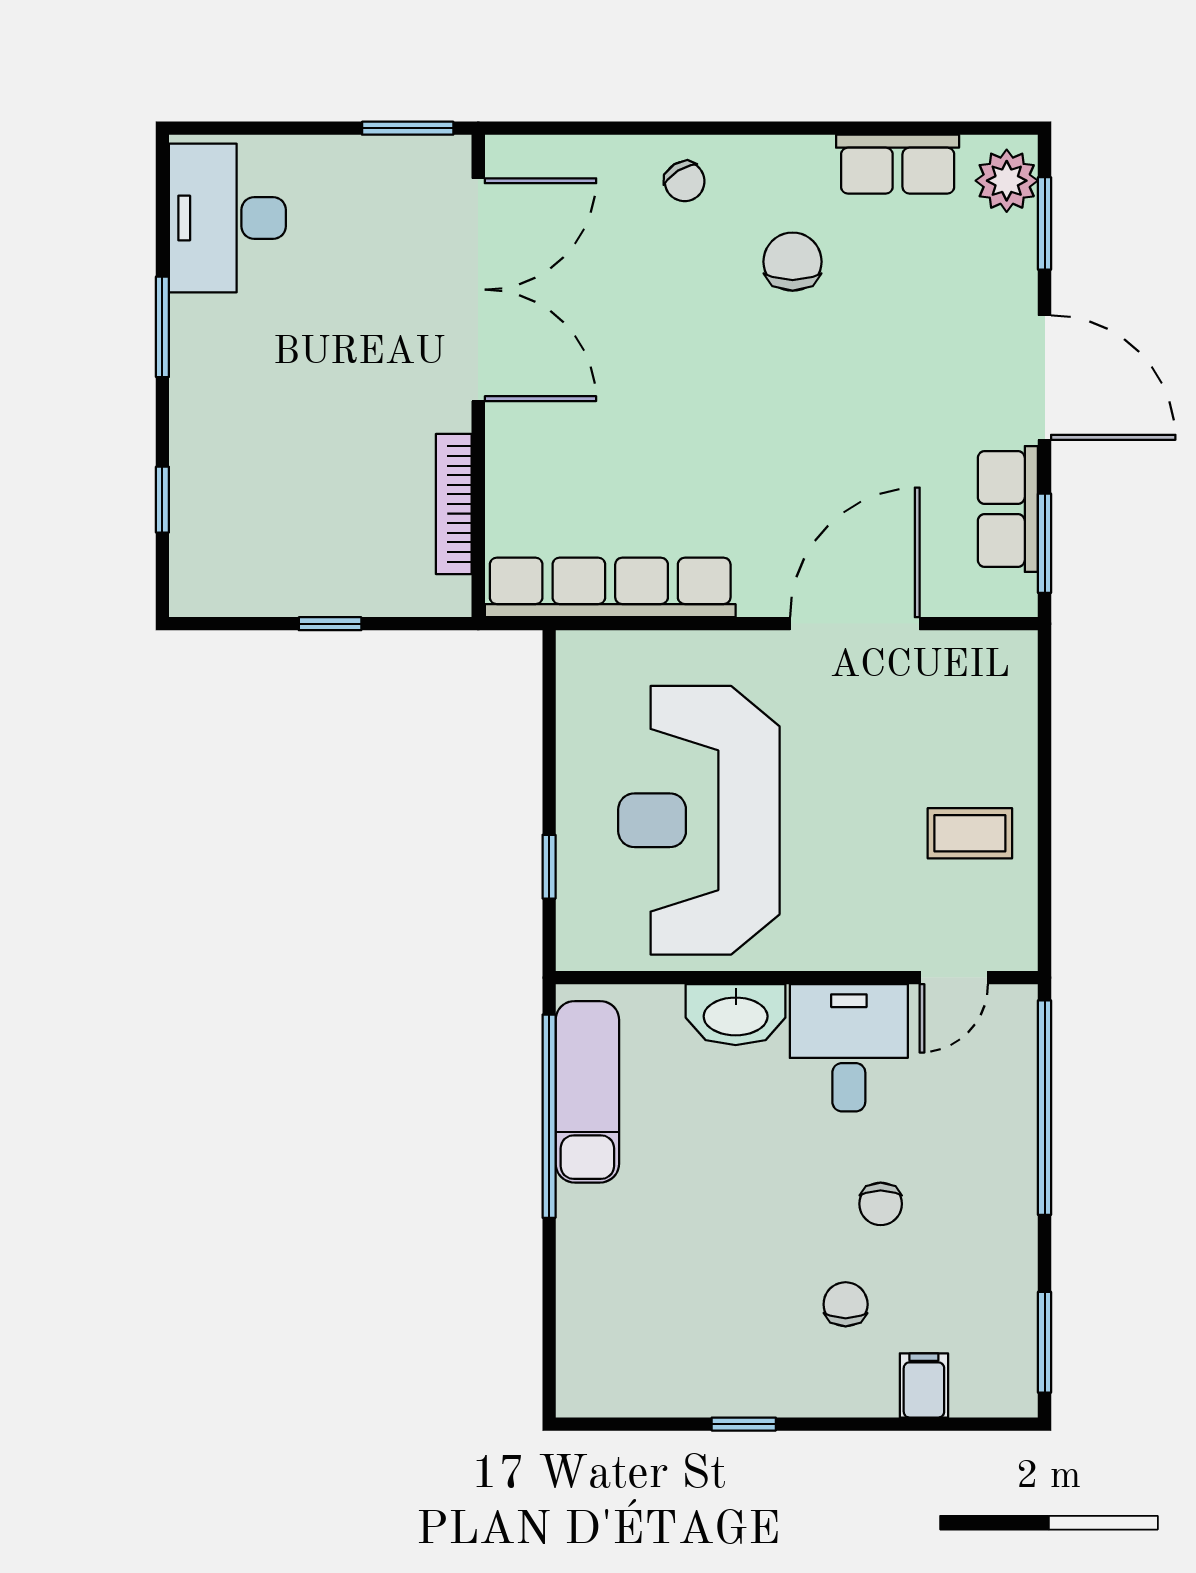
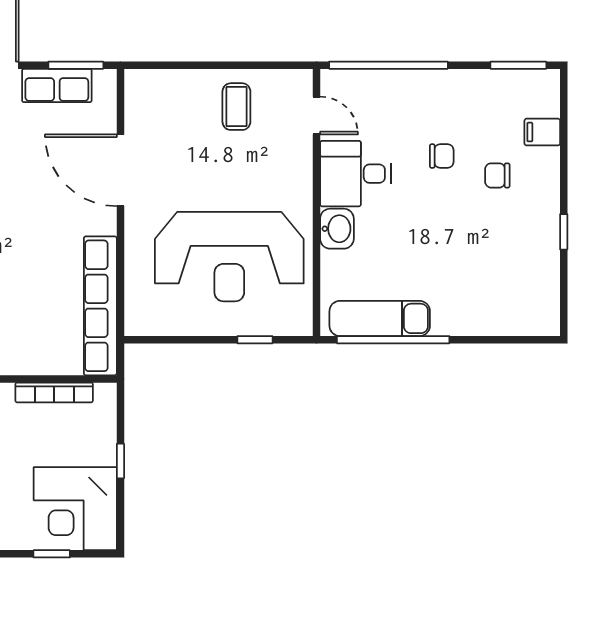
corner desk: (244, 542) -> (75, 509), added
washbasin: (736, 1015) -> (337, 229), width x0.72

